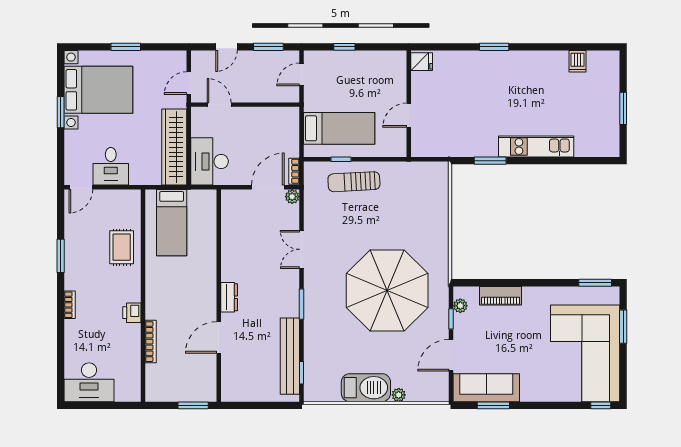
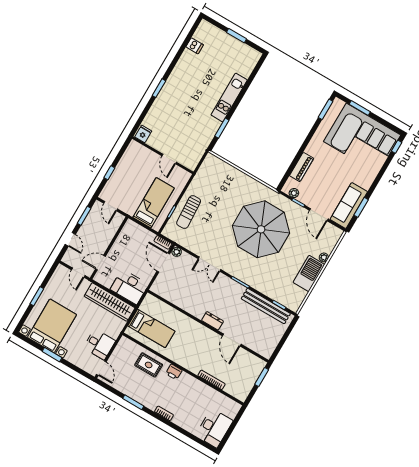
printer: (132, 313) -> (174, 372), moved

